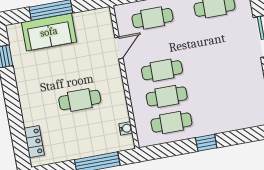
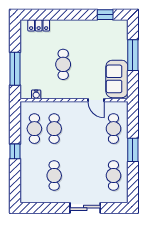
sofa: (49, 32) -> (117, 79), moved
cafe table: (162, 70) -> (54, 176), moved

